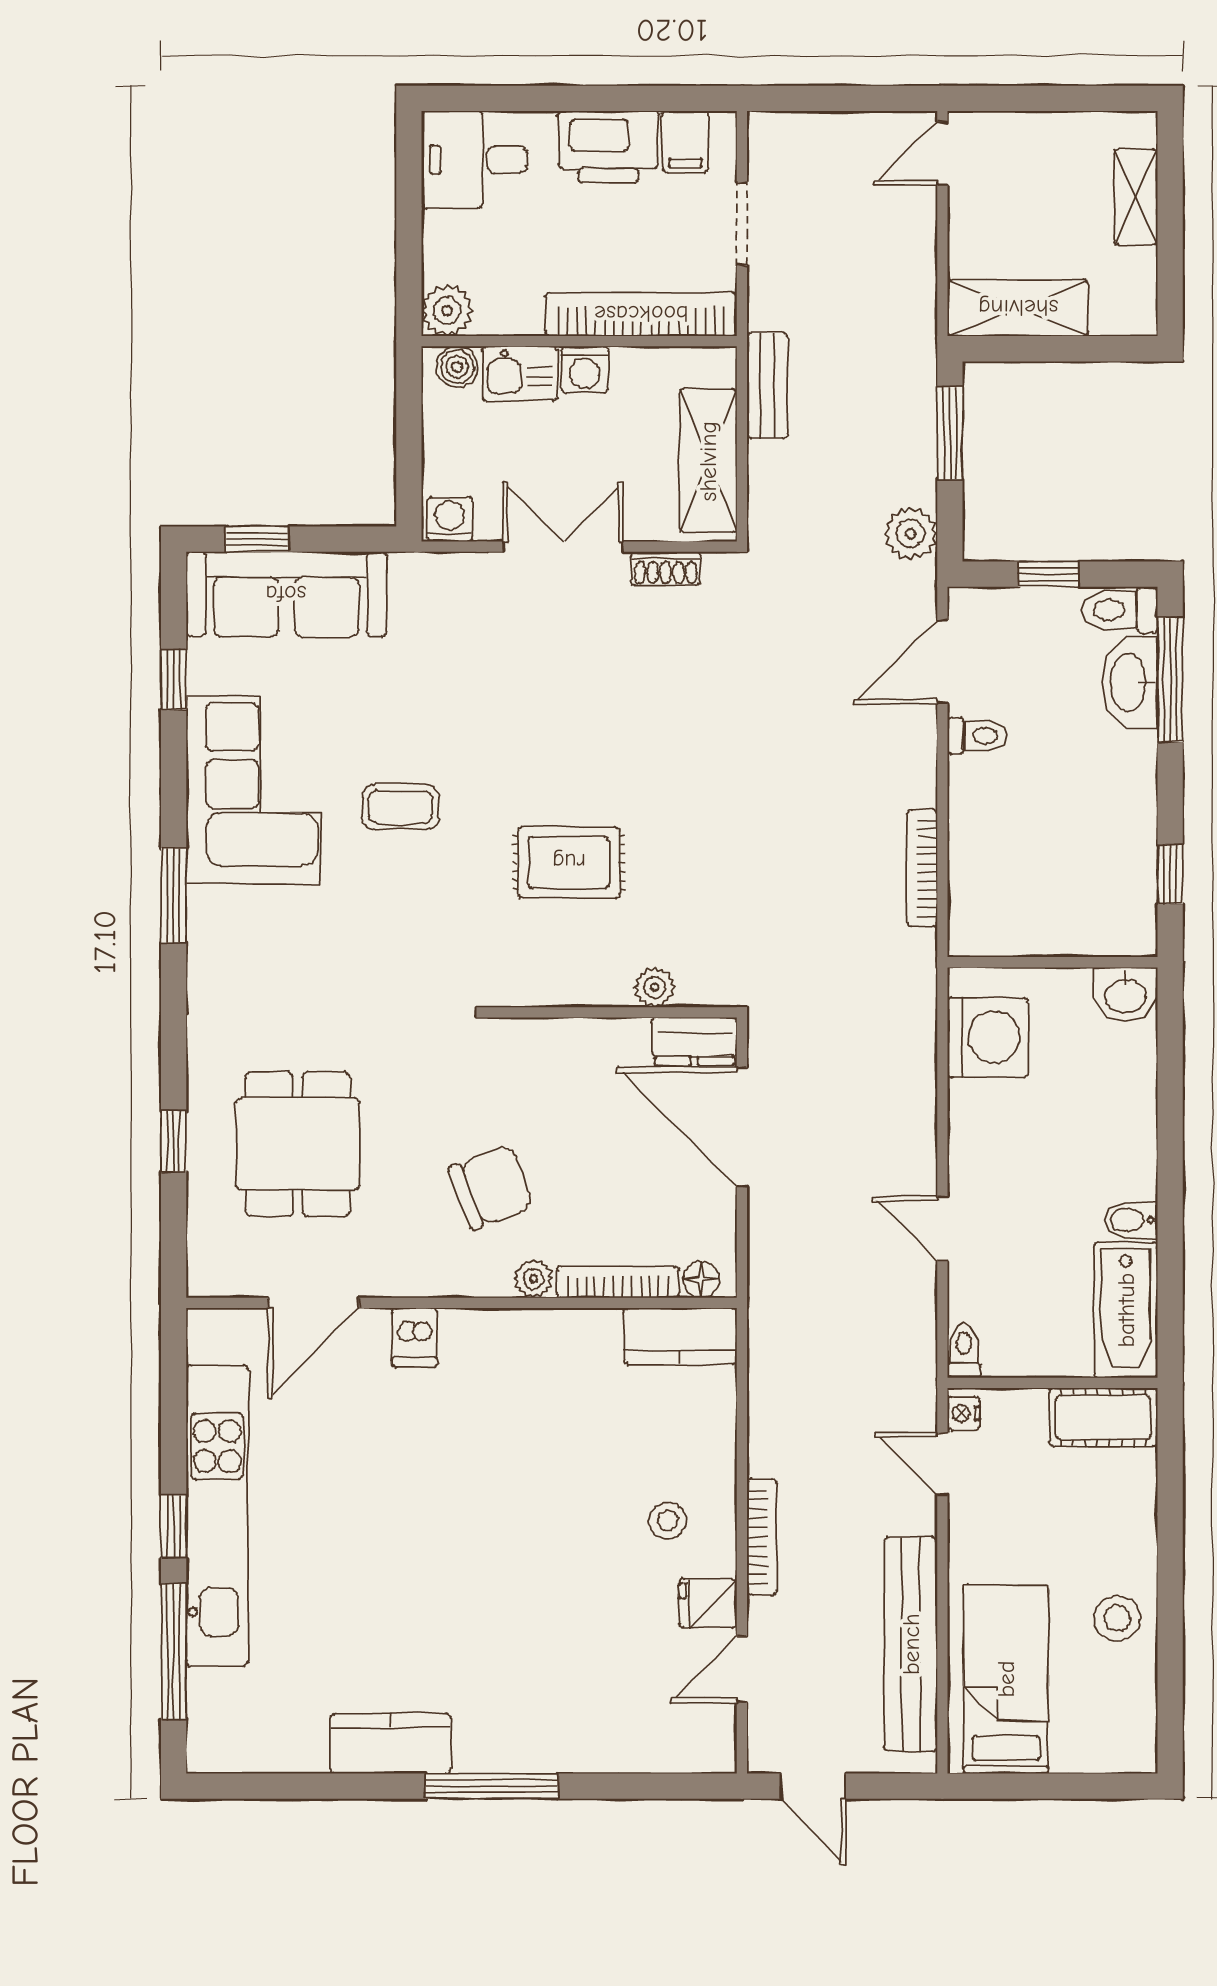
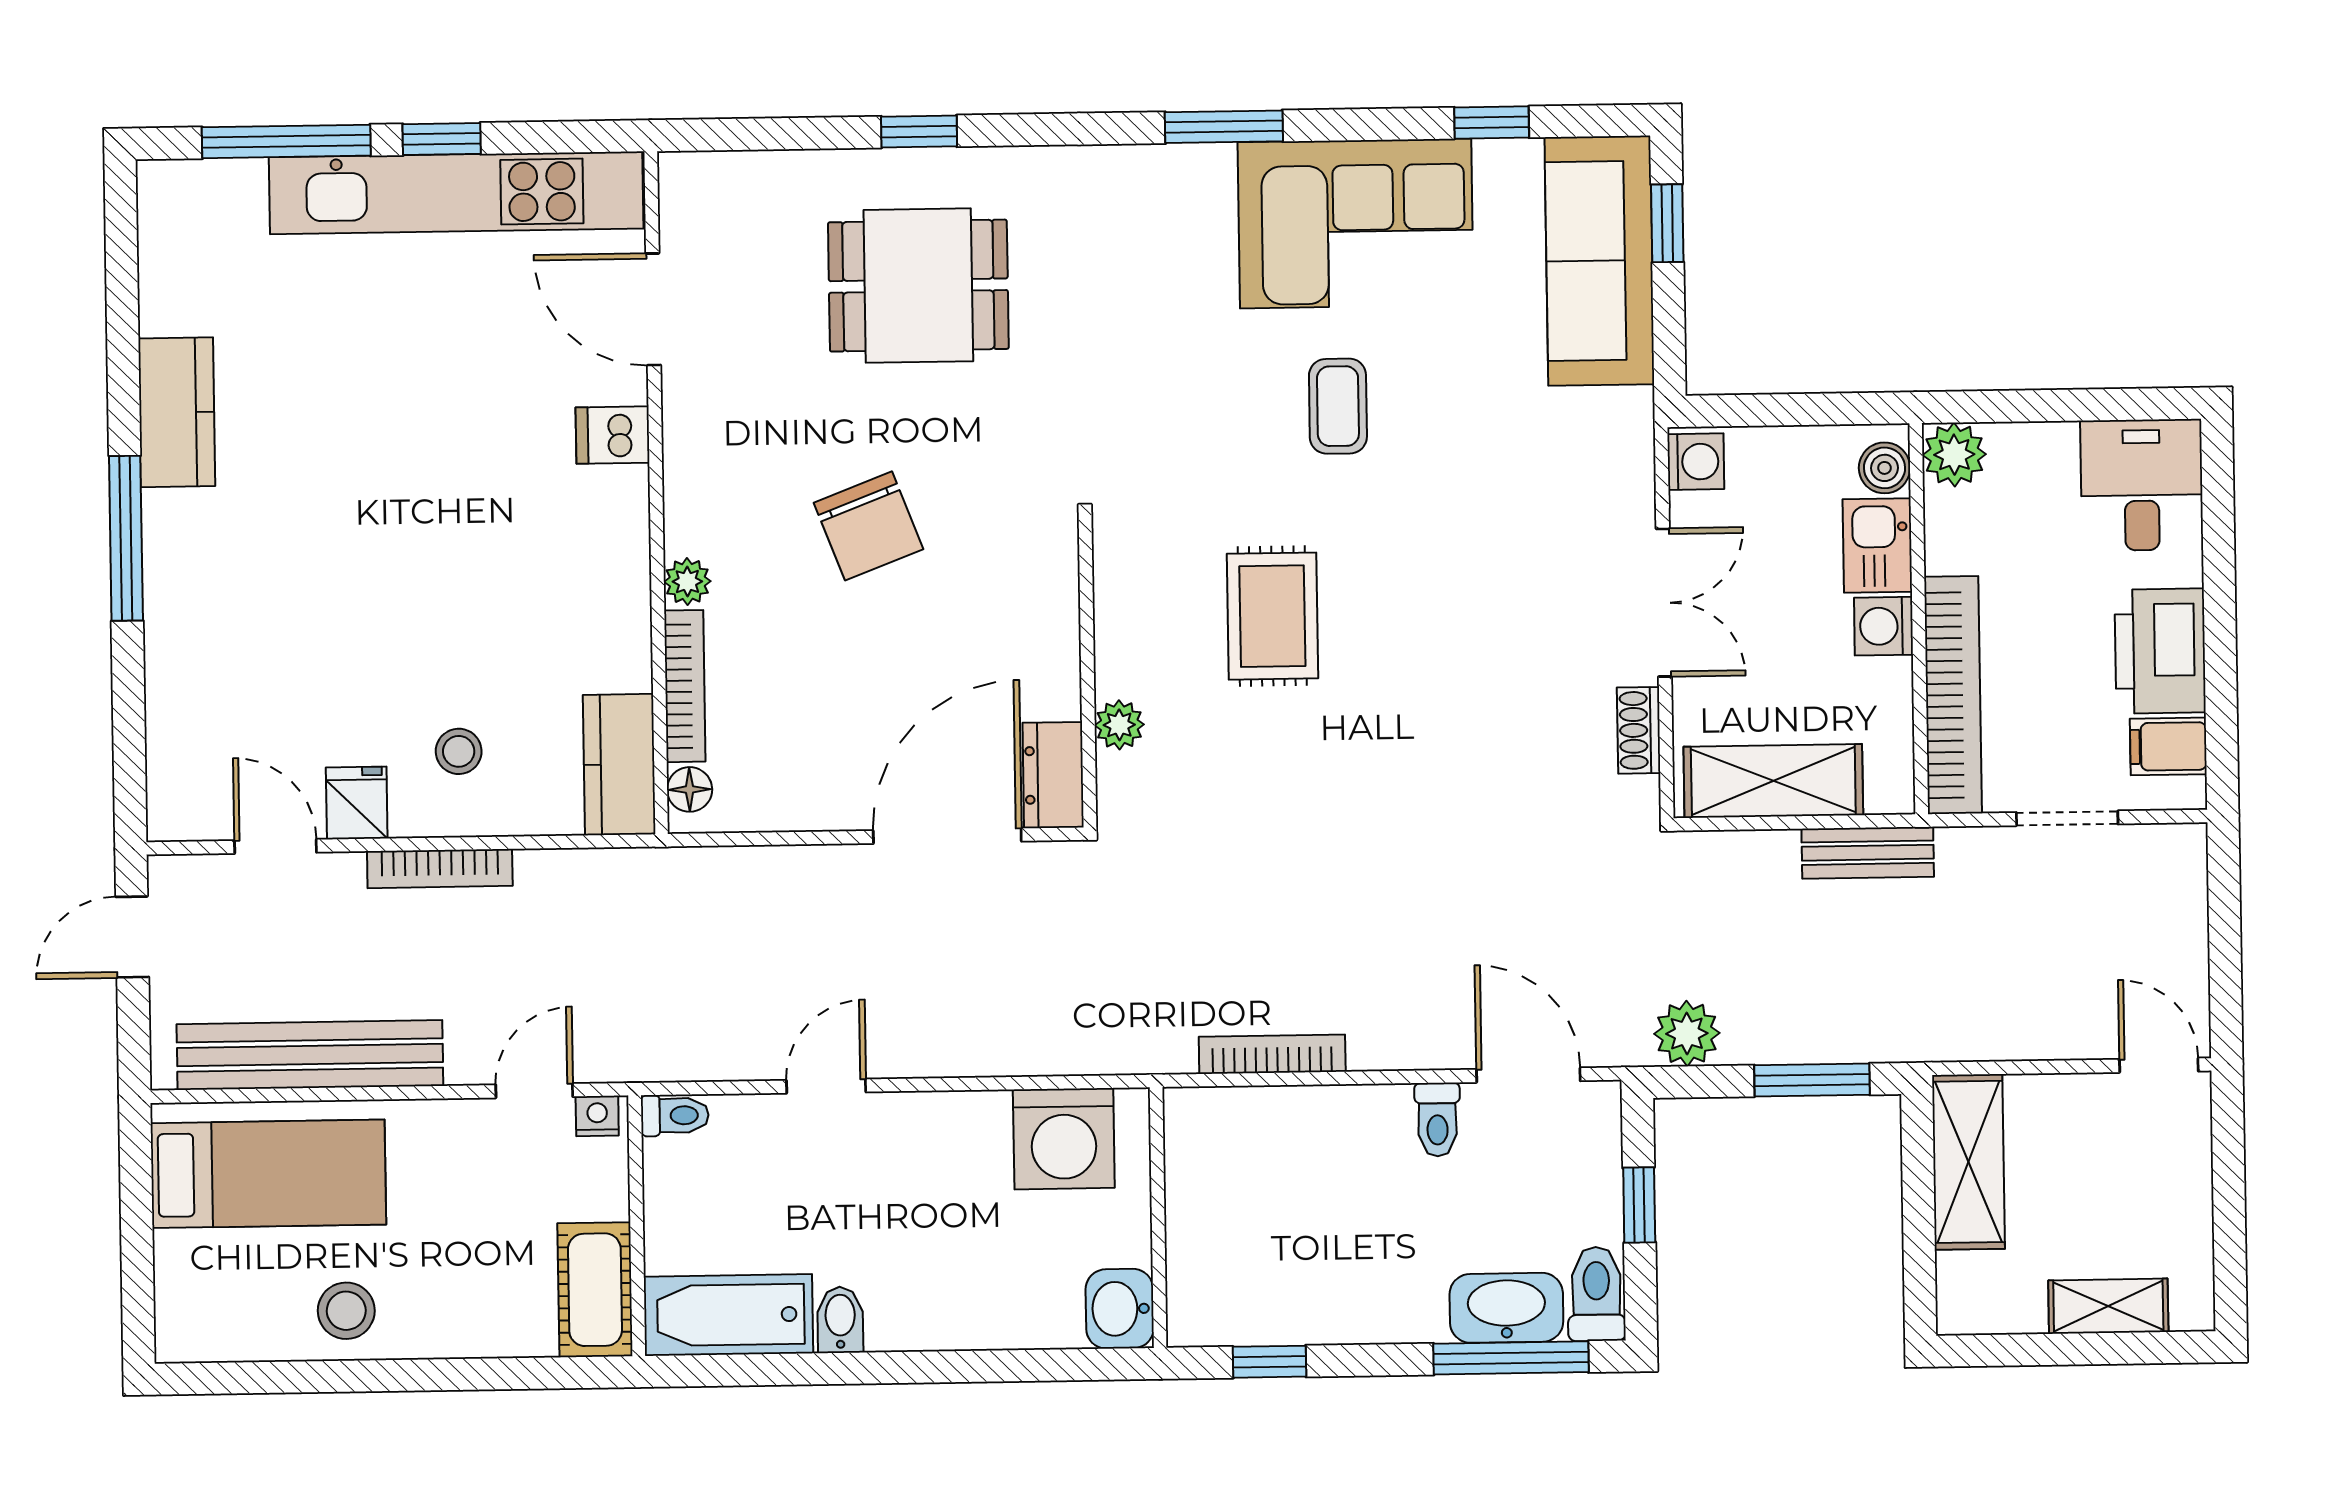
plant: (534, 1279) -> (687, 582), moved
floor lamp: (701, 1280) -> (690, 789), moved
bookcase: (618, 1282) -> (685, 686), moved
door: (314, 1303) -> (653, 309), moved
wall: (461, 1303) -> (656, 493), moved
kitchen counter: (680, 1336) -> (619, 765), moved
dishwasher: (414, 1337) -> (613, 435), moved

